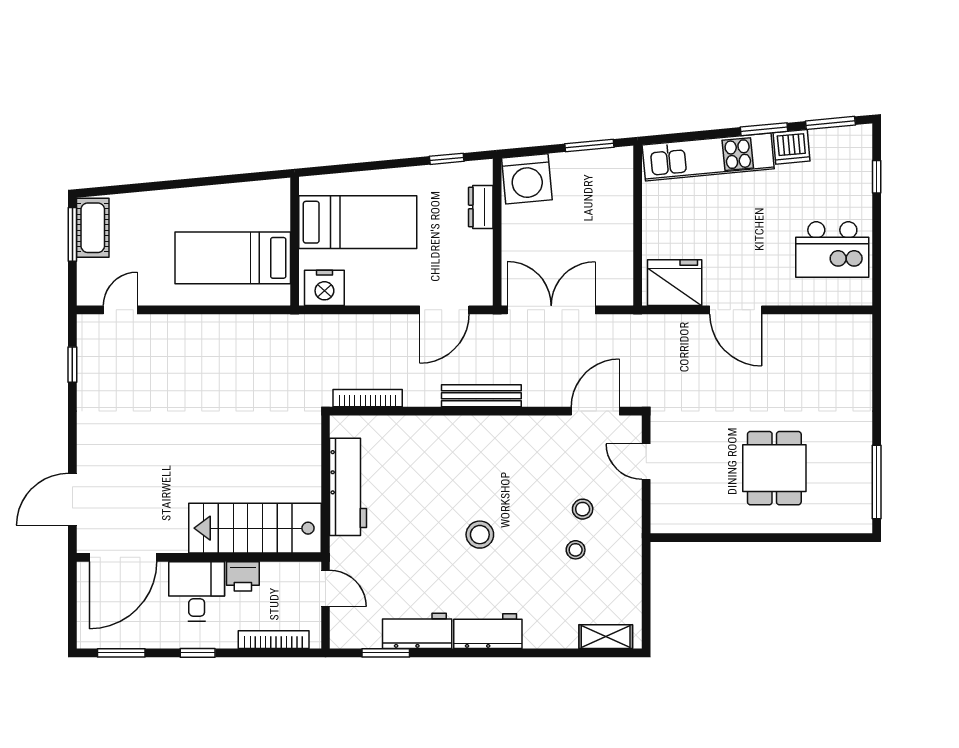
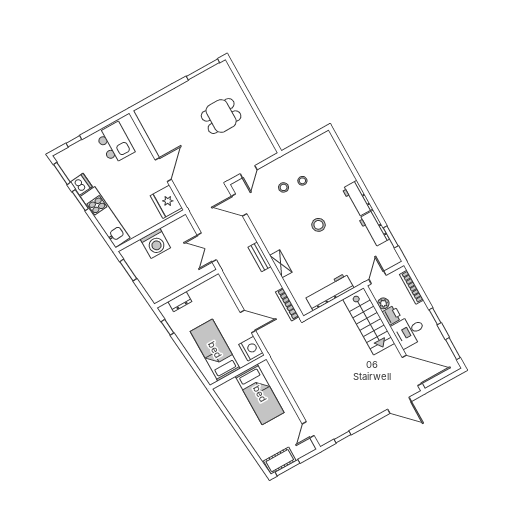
washing machine: (527, 179) -> (155, 243), moved, turned 95
door: (120, 310) -> (308, 430), hinge flipped
door: (444, 310) -> (248, 322), moved
double door: (551, 310) -> (207, 248), width x0.73
bench: (481, 396) -> (259, 257), width x0.73
plant: (273, 573) -> (383, 303), added
shelving: (606, 637) -> (281, 264), moved

